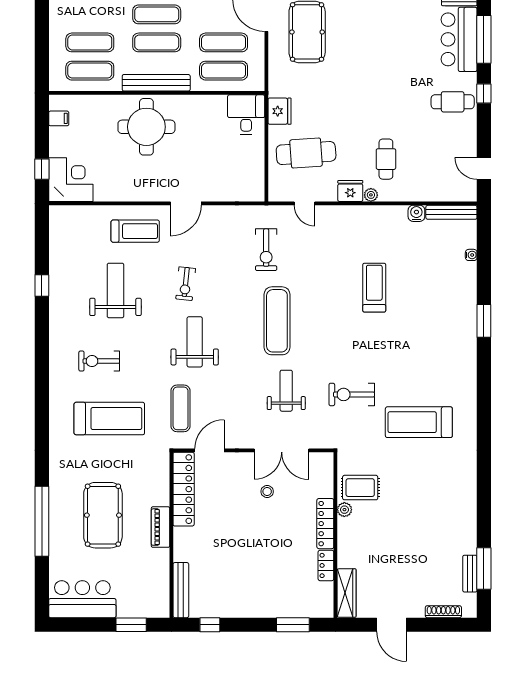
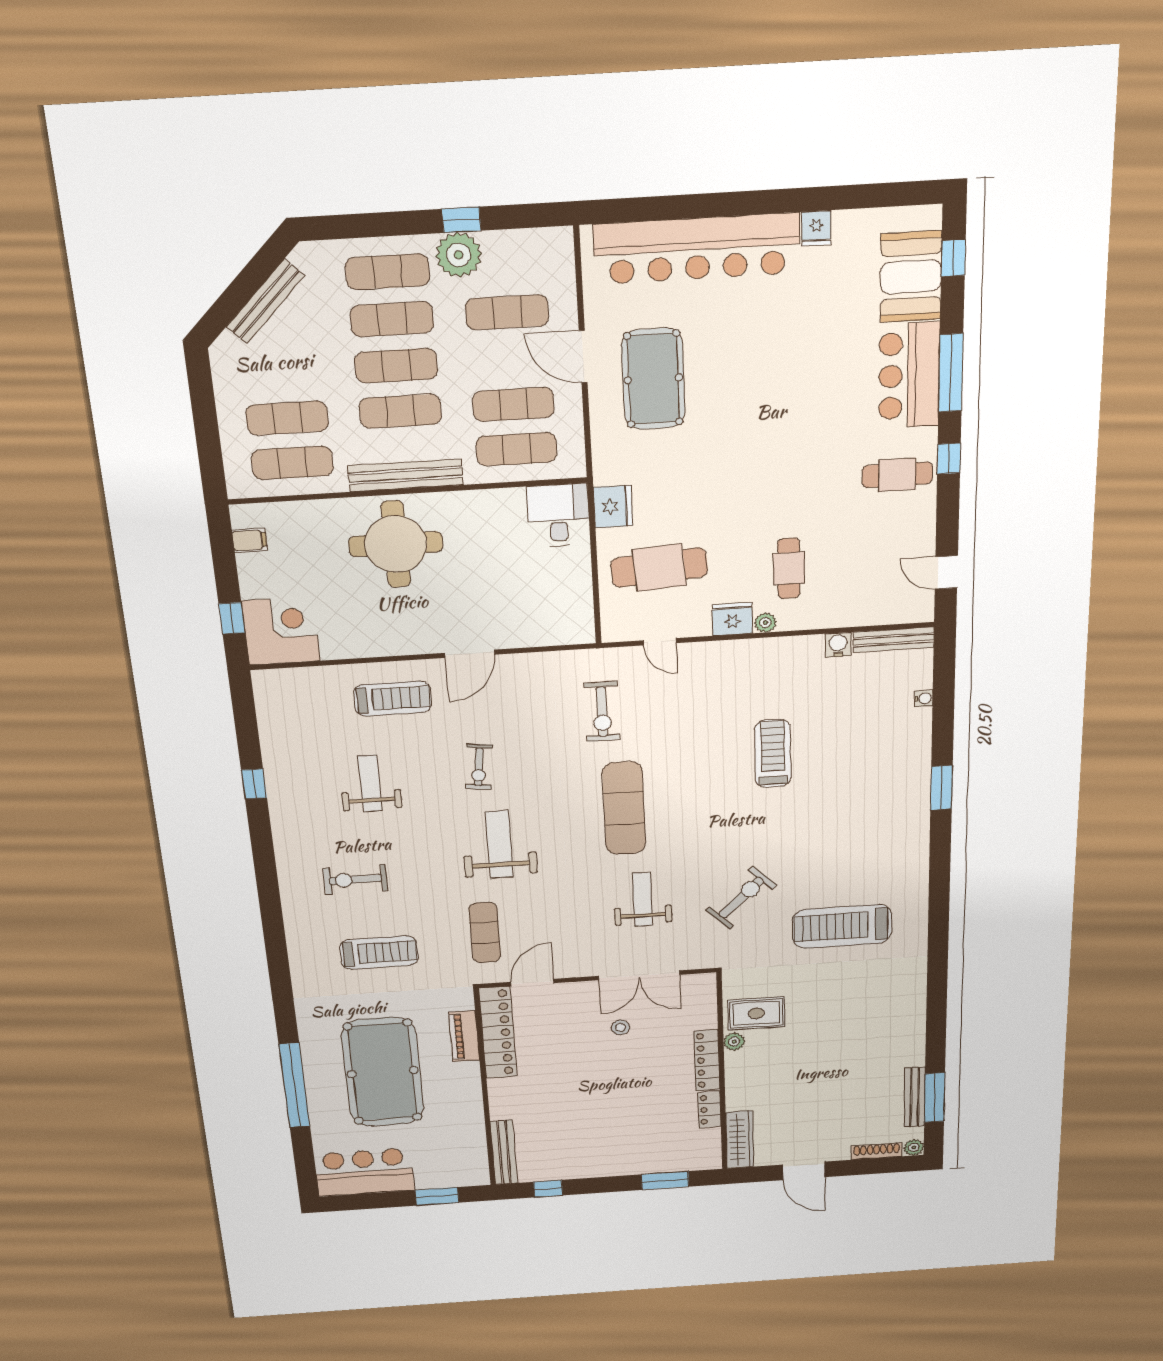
weight bench: (115, 290) -> (370, 783), width x0.73, depth x0.75
exercise bike: (352, 394) -> (741, 898), turned 135
treadmill: (109, 419) -> (379, 953), width x0.73, depth x0.73
pool table: (103, 515) -> (383, 1072), width x1.36, depth x1.32
piano: (160, 527) -> (464, 1036), moved
bench: (470, 574) -> (915, 1097), width x1.36
plant: (470, 611) -> (914, 1147), added

